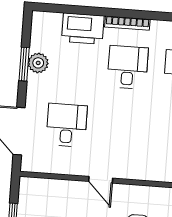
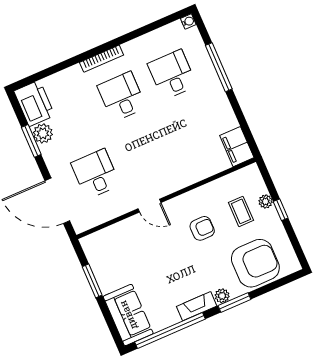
printer: (83, 29) -> (34, 103), moved, turned -90

